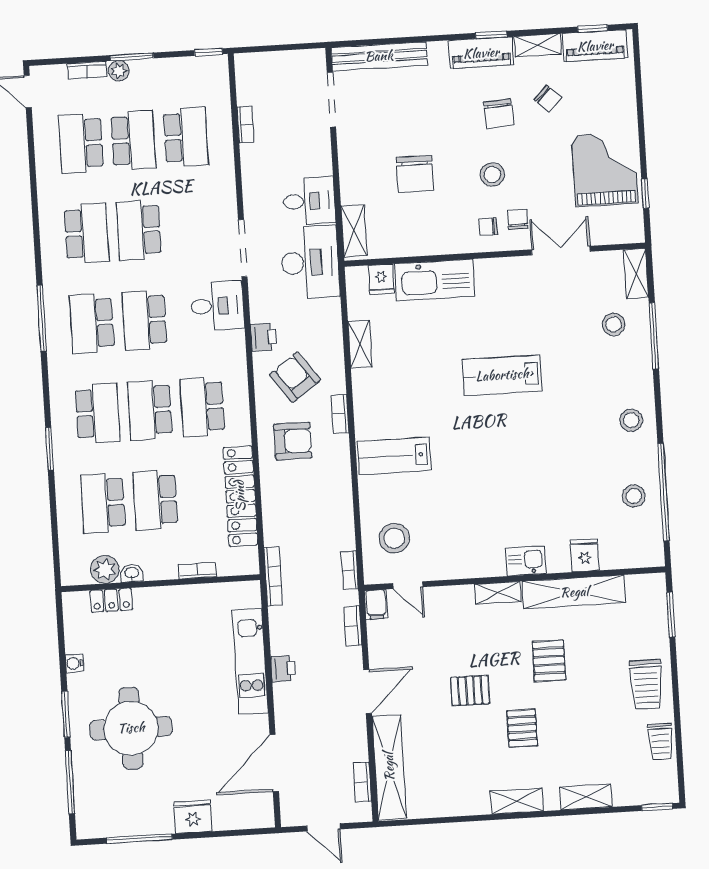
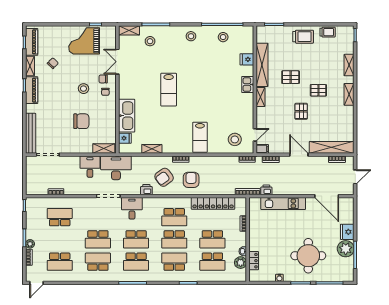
chair: (499, 114) -> (58, 84), removed
school desk: (133, 140) -> (60, 239), removed
printer: (283, 669) -> (266, 190), moved
plant: (153, 815) -> (346, 249), added

